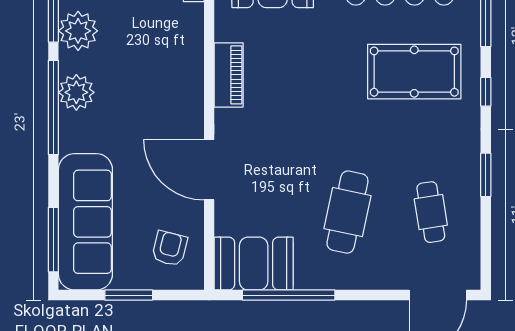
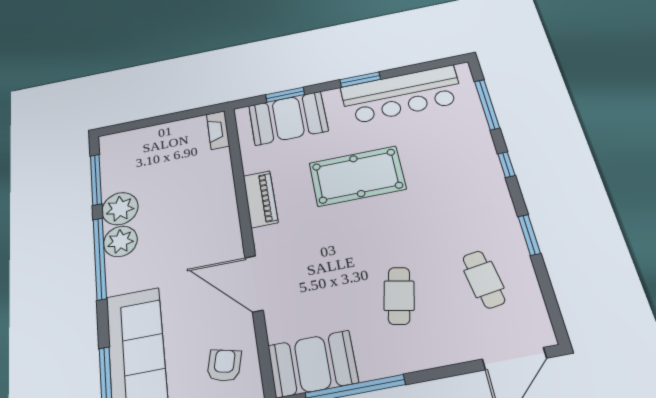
plant: (78, 31) -> (120, 209), moved
pool table: (414, 72) -> (357, 176), moved
cafe table: (347, 212) -> (399, 296), width x0.73, depth x0.74

